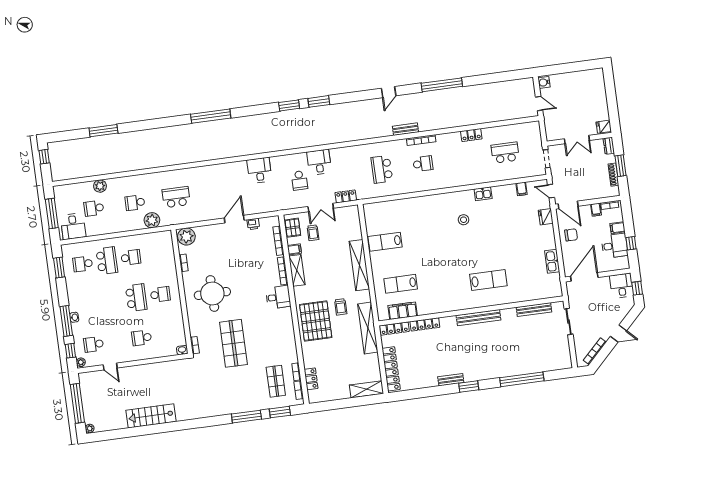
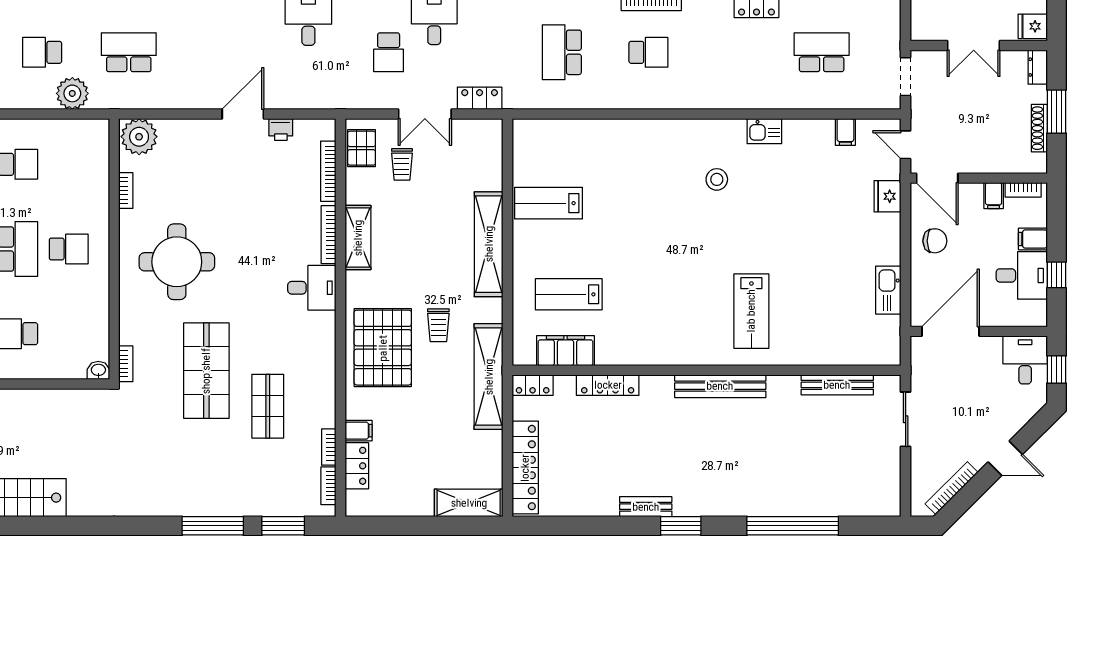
filing cabinet: (294, 249) -> (359, 431), moved
lab bench: (488, 280) -> (751, 311), turned 90
locker: (394, 329) -> (533, 385), width x0.66
shop shelf: (276, 381) -> (268, 406), moved

